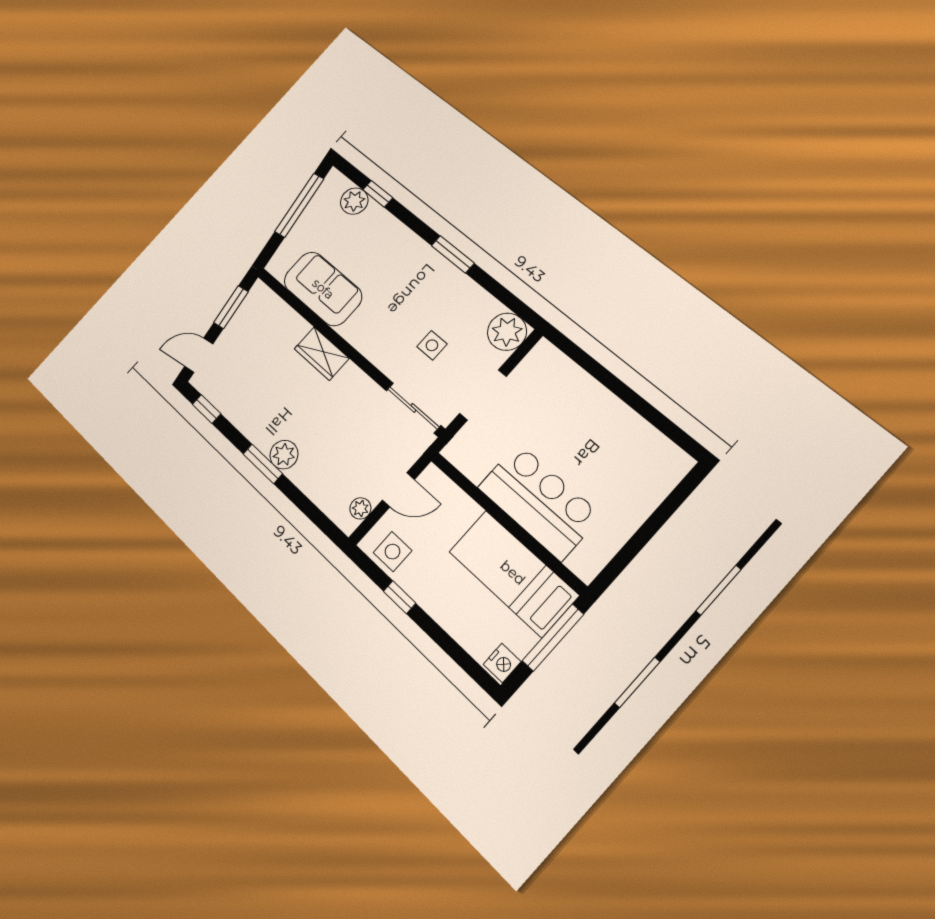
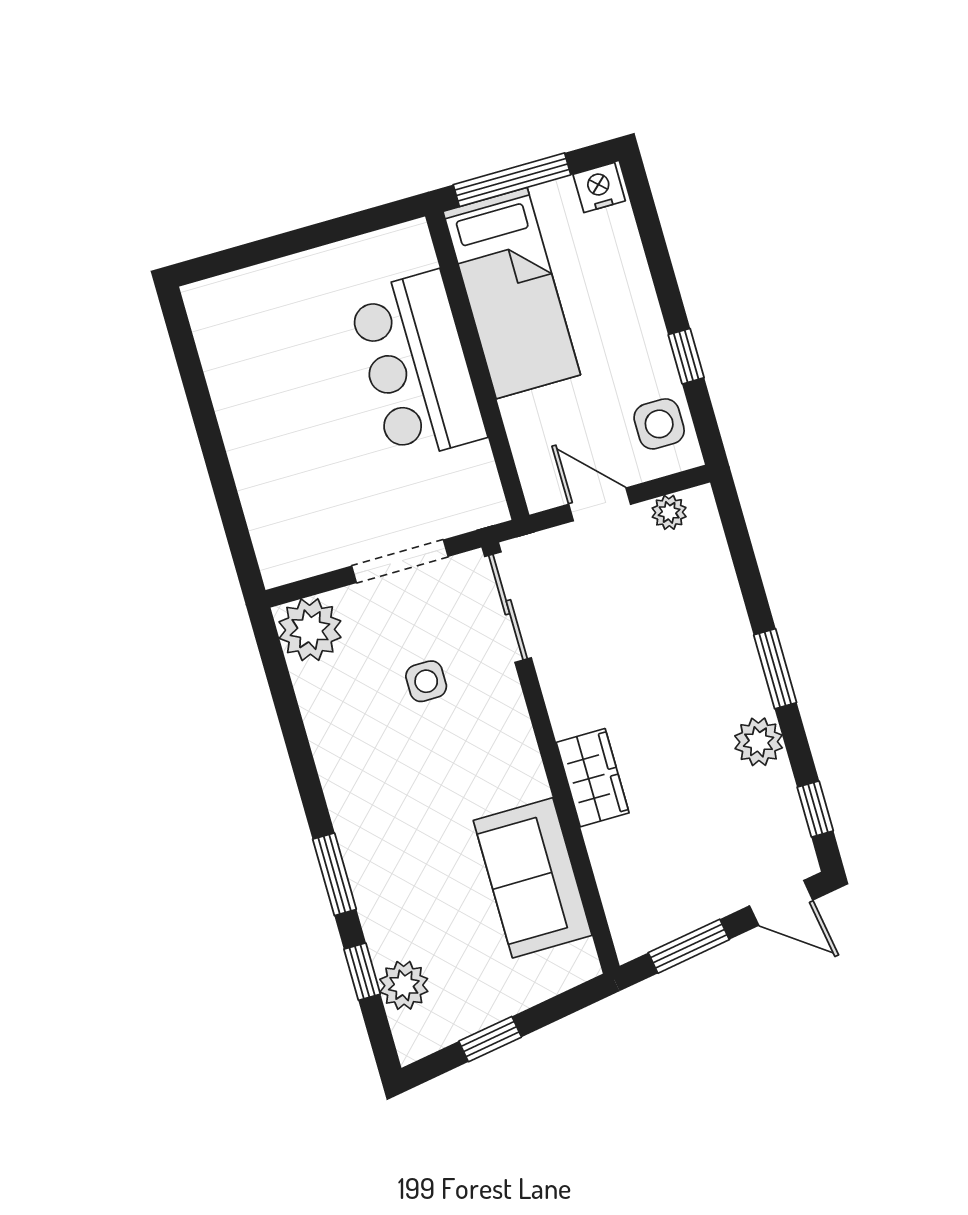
window: (299, 205) -> (490, 1039), width x0.46
window: (453, 254) -> (334, 874), moved
plant: (284, 455) -> (759, 742), moved

